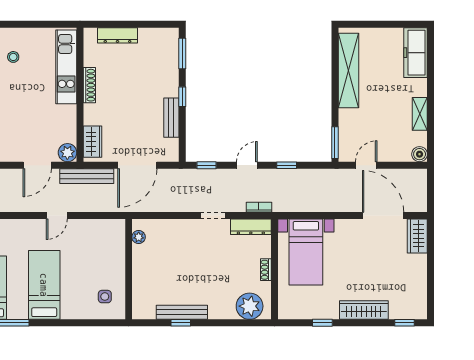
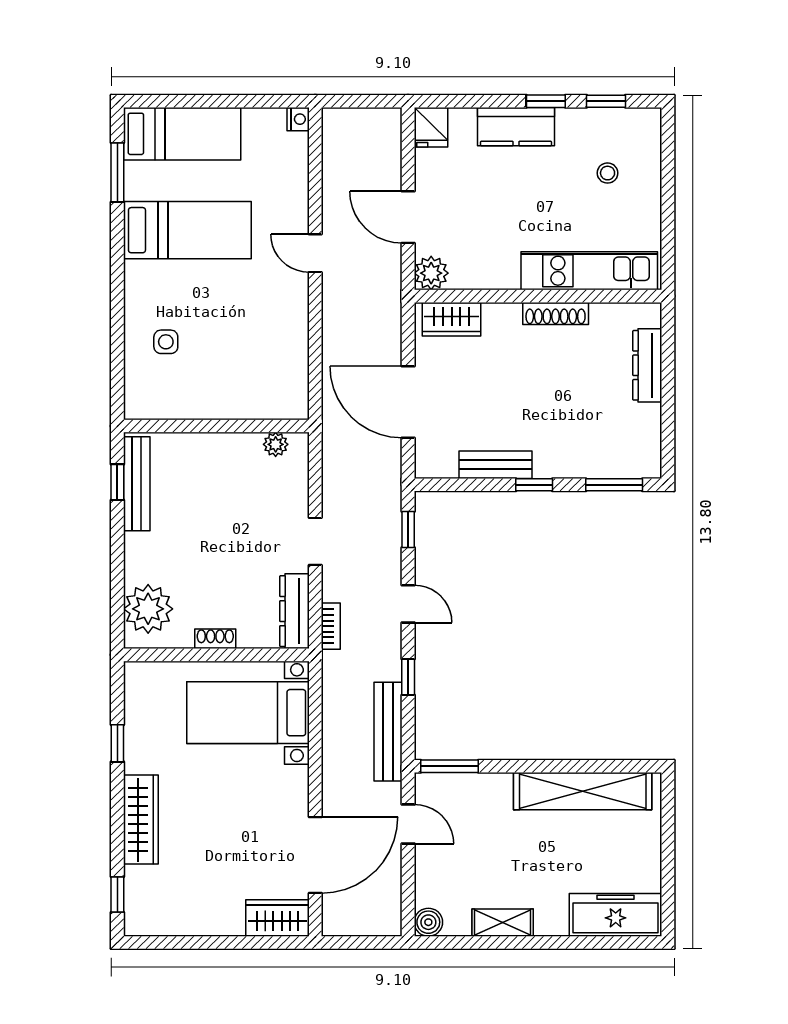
bench: (87, 176) -> (388, 732), moved
plant: (139, 237) -> (276, 444), moved
wall: (129, 269) -> (216, 426), moved

